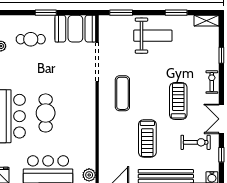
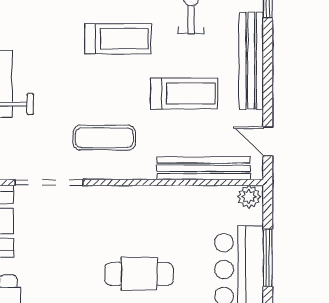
treadmill: (178, 101) -> (118, 39), turned 180
bench: (105, 149) -> (203, 168), added

